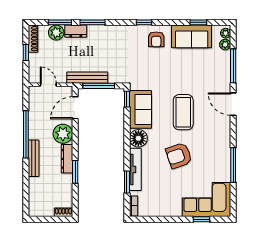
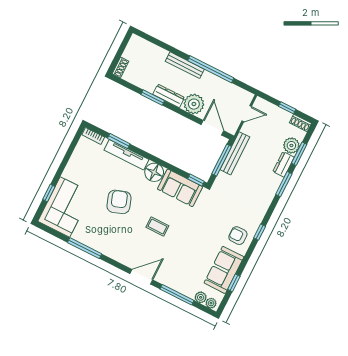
shoe rack: (33, 39) -> (300, 123), width x0.70
coffee table: (183, 112) -> (157, 226), width x0.54, depth x0.58

